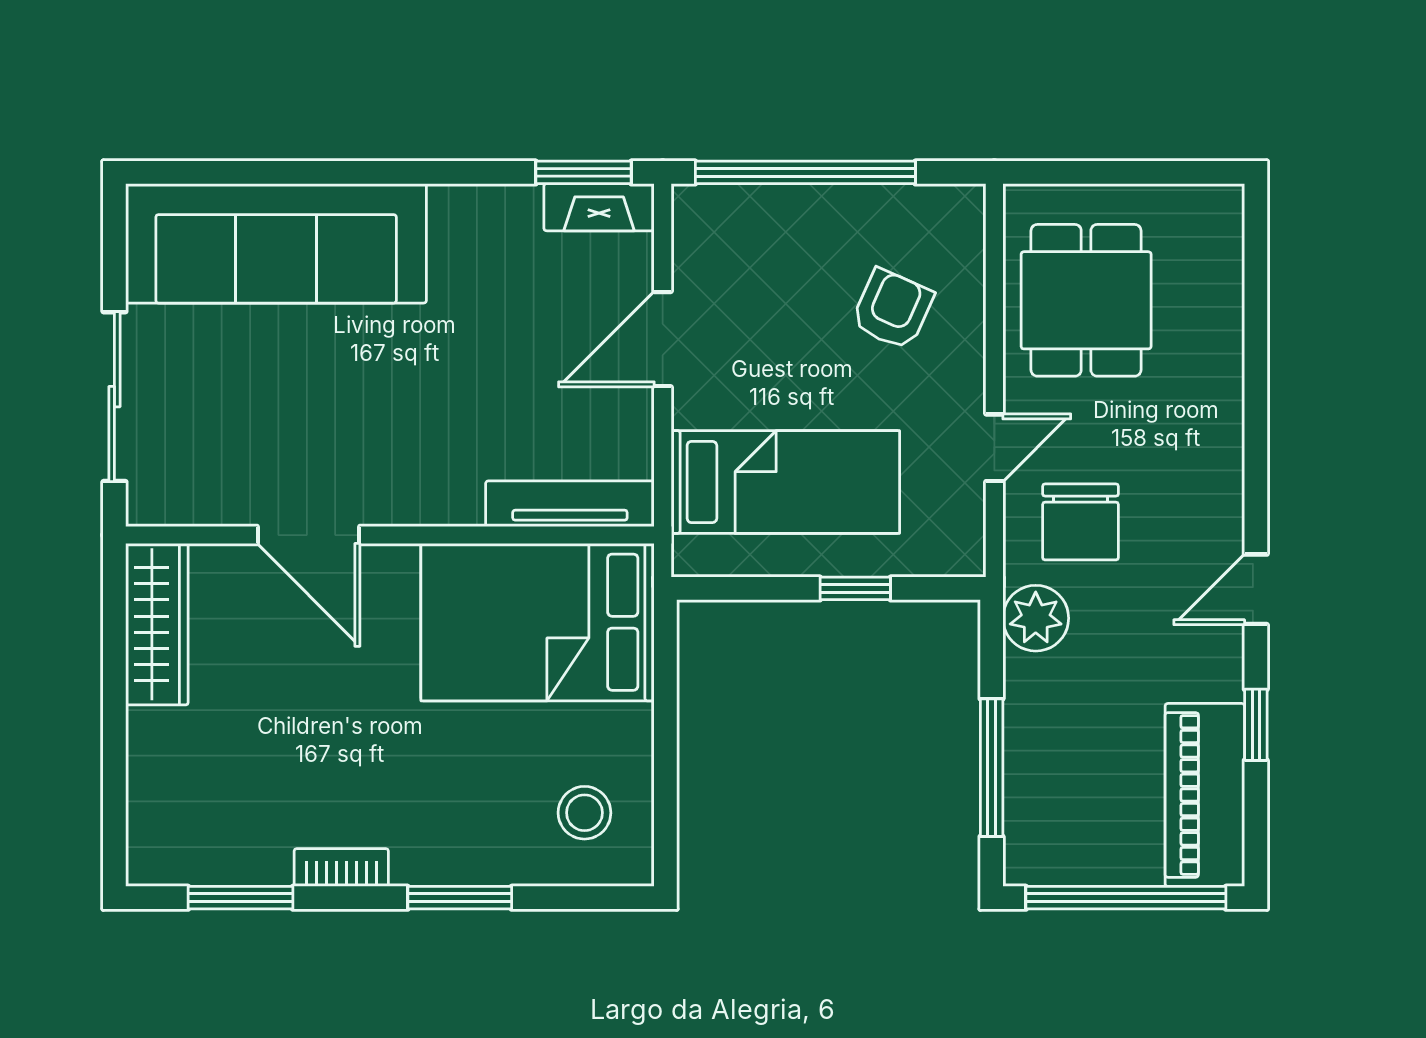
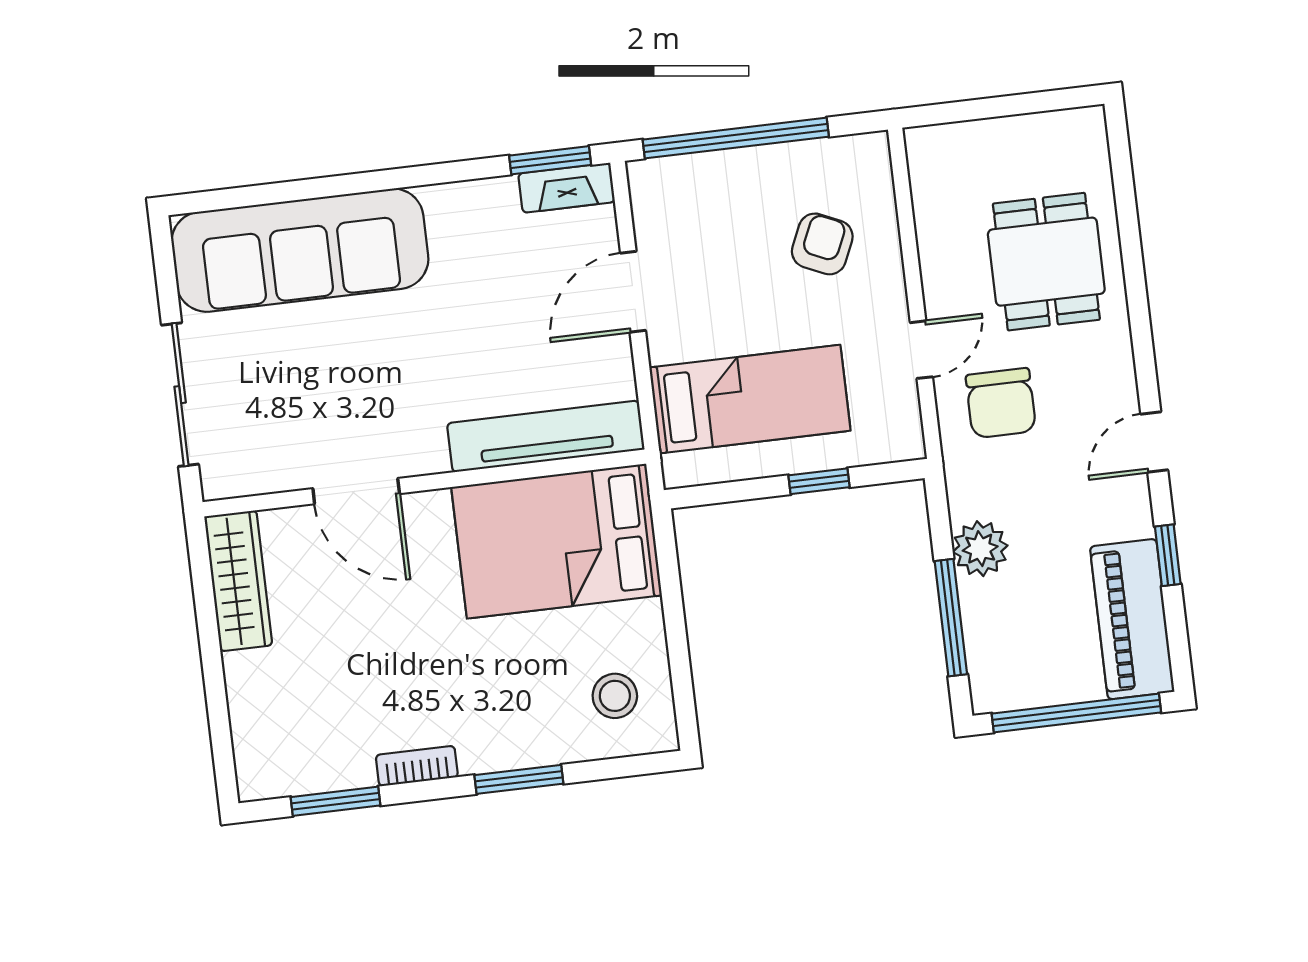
dining table: (1086, 300) -> (1046, 262), moved
tv unit: (570, 504) -> (546, 436), width x1.36, depth x1.29
plant: (1036, 618) -> (980, 549), moved

